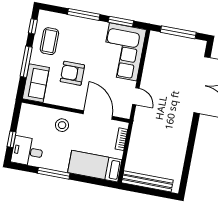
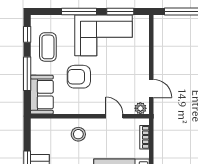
corner sofa: (123, 52) -> (103, 35), moved, turned -90
plant: (123, 112) -> (140, 108), added
door: (98, 115) -> (114, 116), width x0.53

